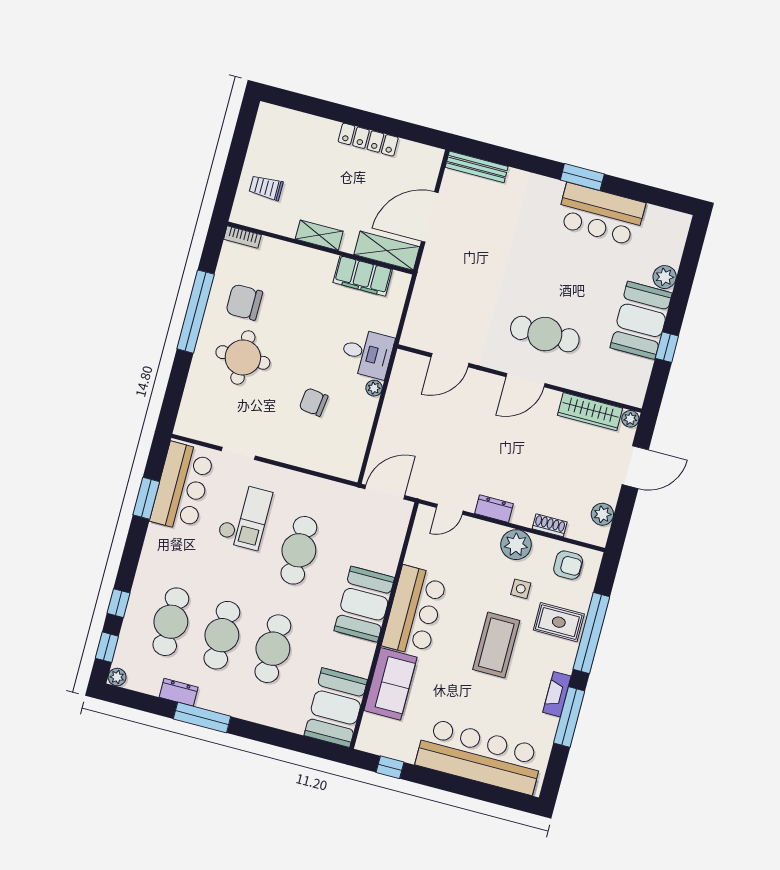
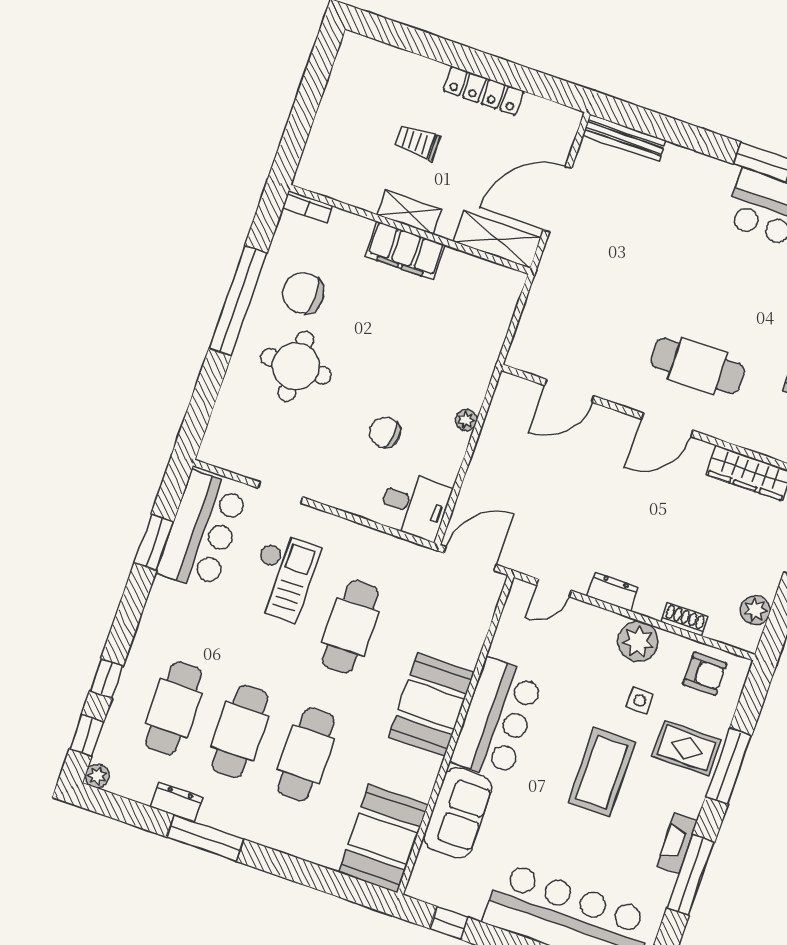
trolley: (266, 188) -> (417, 142), moved
filing cabinet: (363, 276) -> (405, 251), moved
desk: (367, 353) -> (414, 505), moved
window: (591, 633) -> (729, 766), width x0.68

